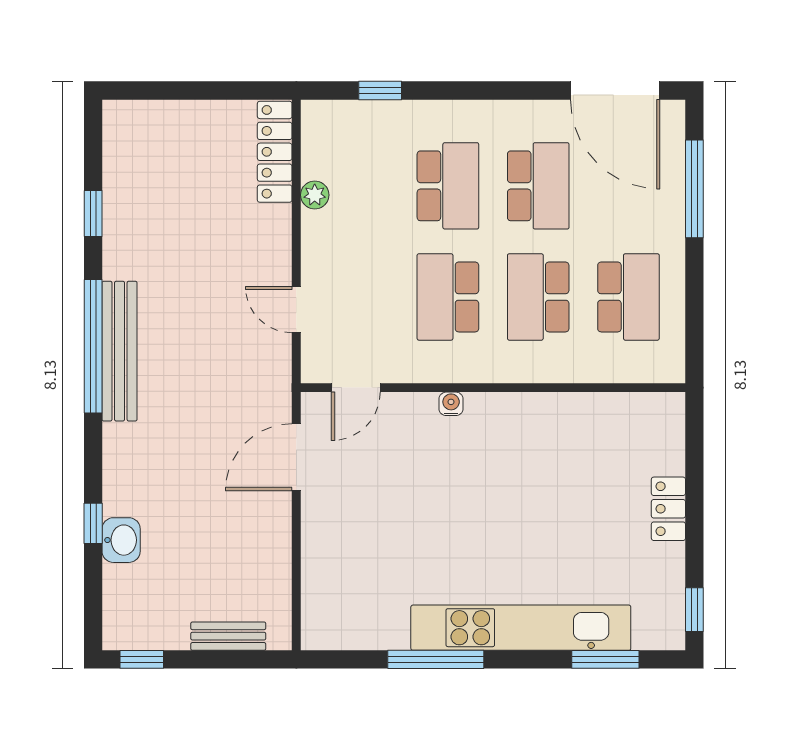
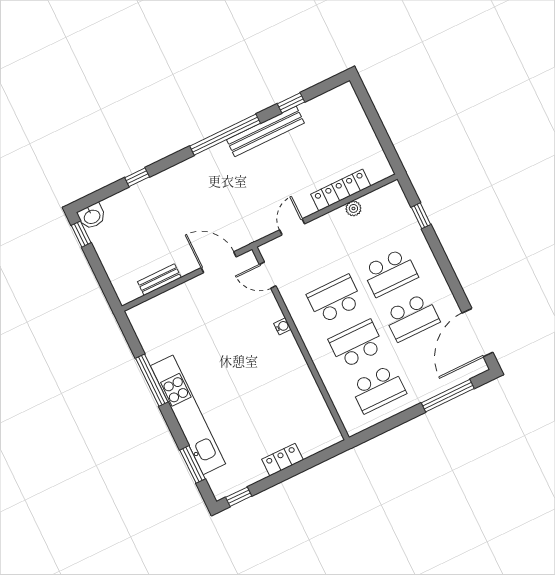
locker: (275, 152) -> (341, 190), moved
bench: (120, 351) -> (265, 131), moved
washbasin: (121, 540) -> (92, 216), moved
bench: (228, 636) -> (159, 280), moved, turned 90

